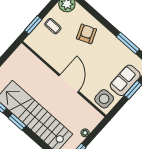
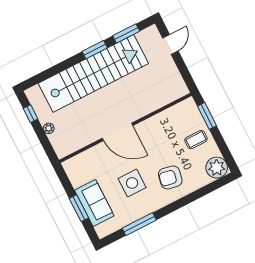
armchair: (86, 34) -> (170, 177), turned 123
side table: (104, 99) -> (132, 183), moved

